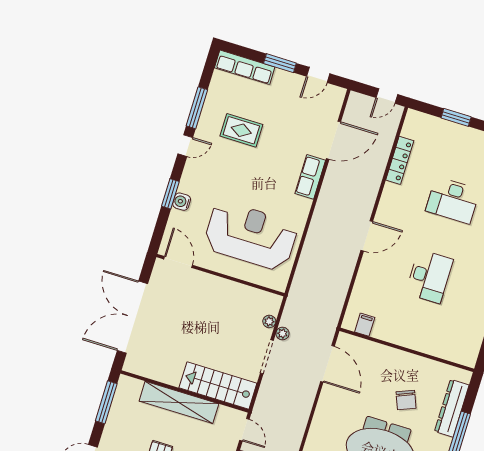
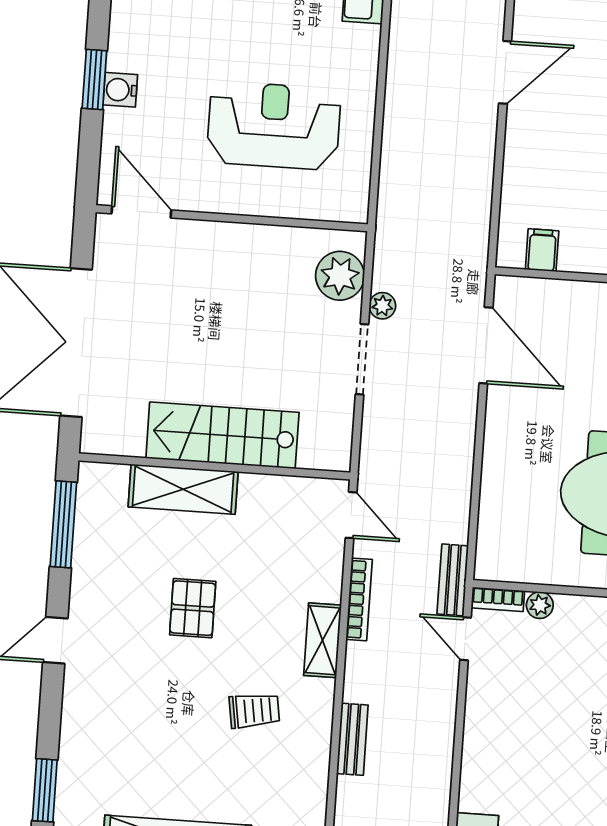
reception desk: (251, 236) -> (274, 126), width x0.74, depth x0.77
plant: (269, 321) -> (340, 276), width x1.88, depth x1.88
stairs: (218, 385) -> (222, 435), moved
shelving: (179, 402) -> (183, 489), width x0.68

